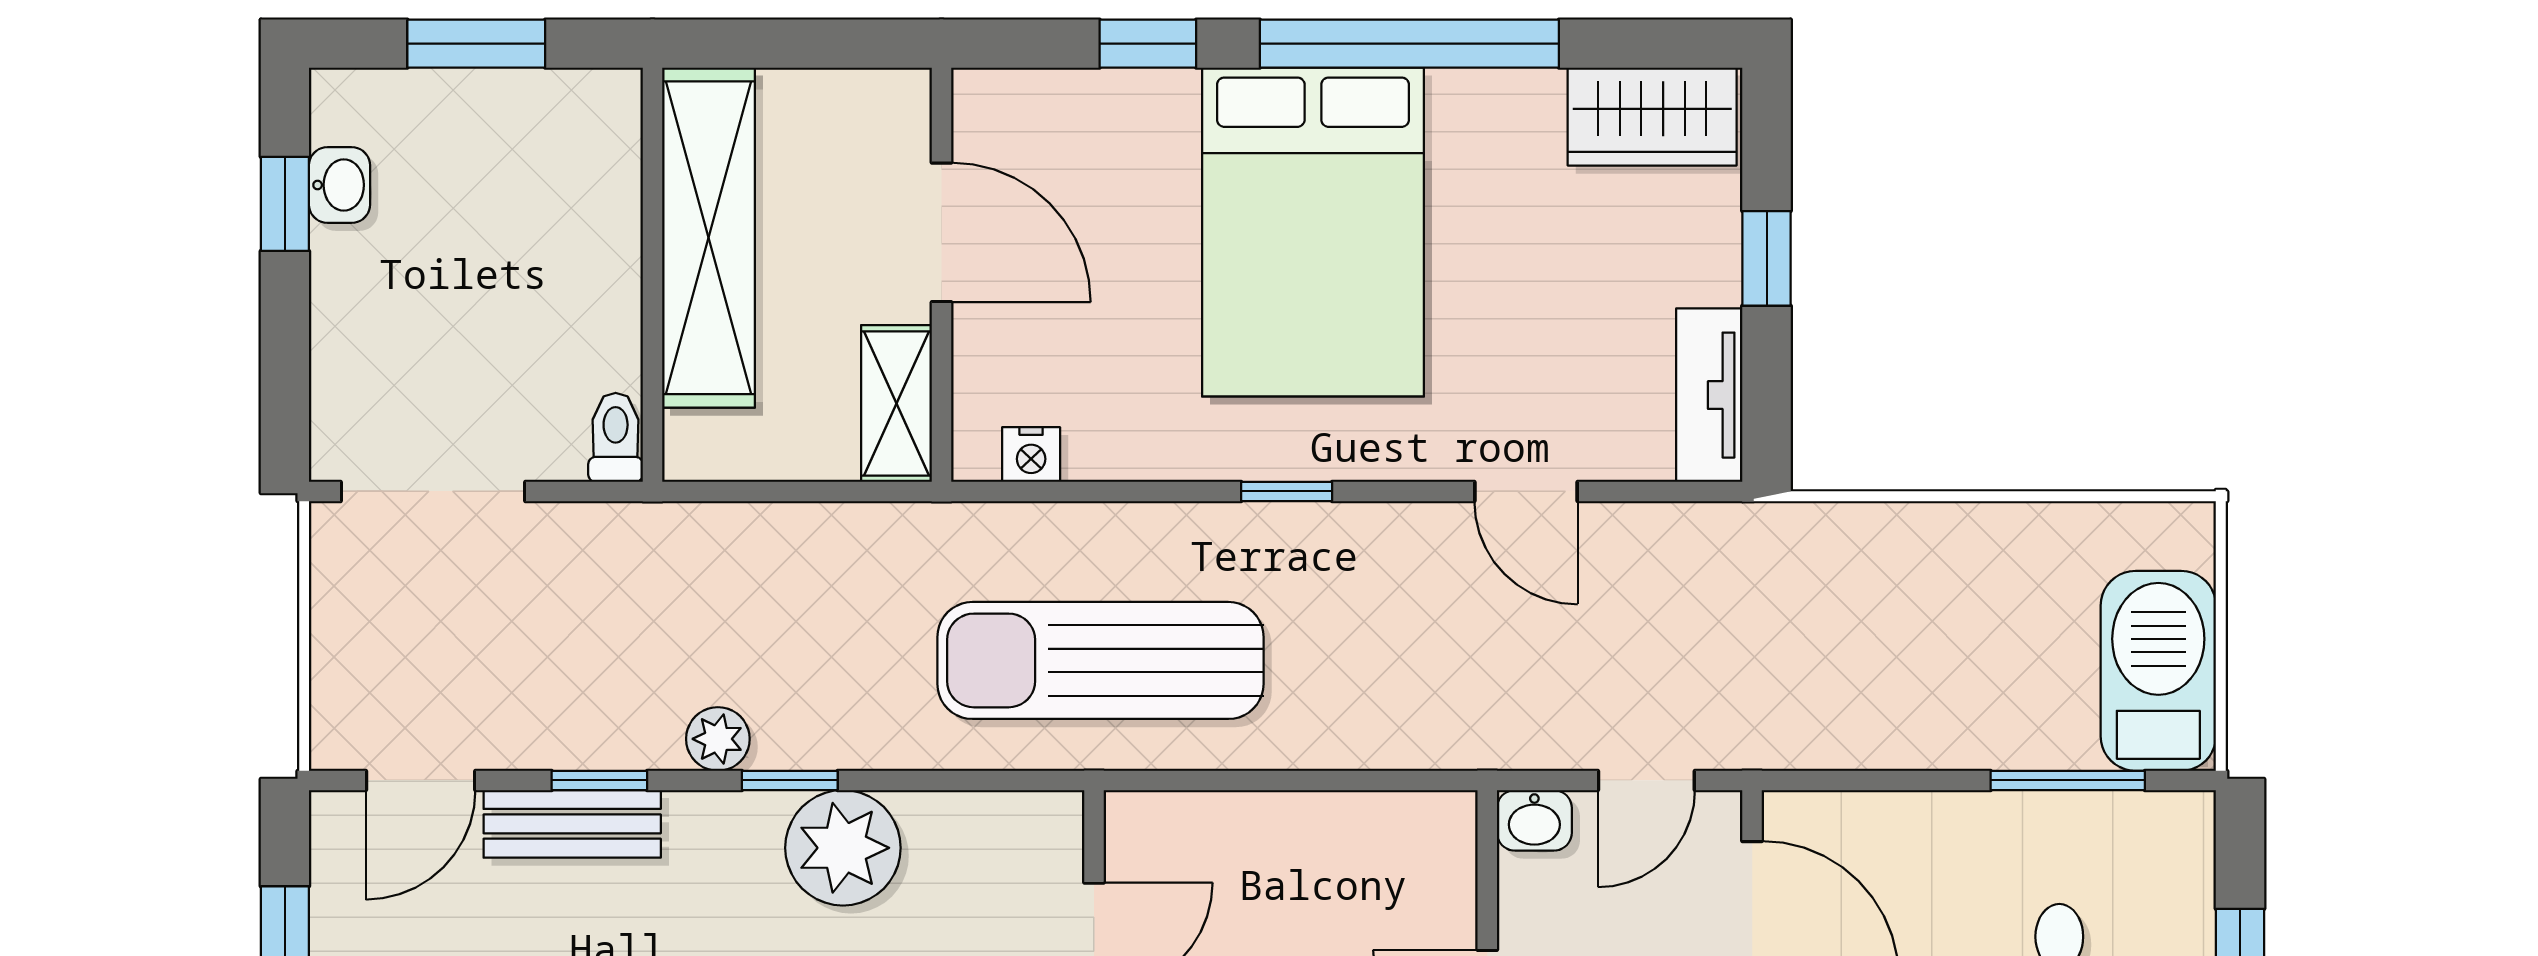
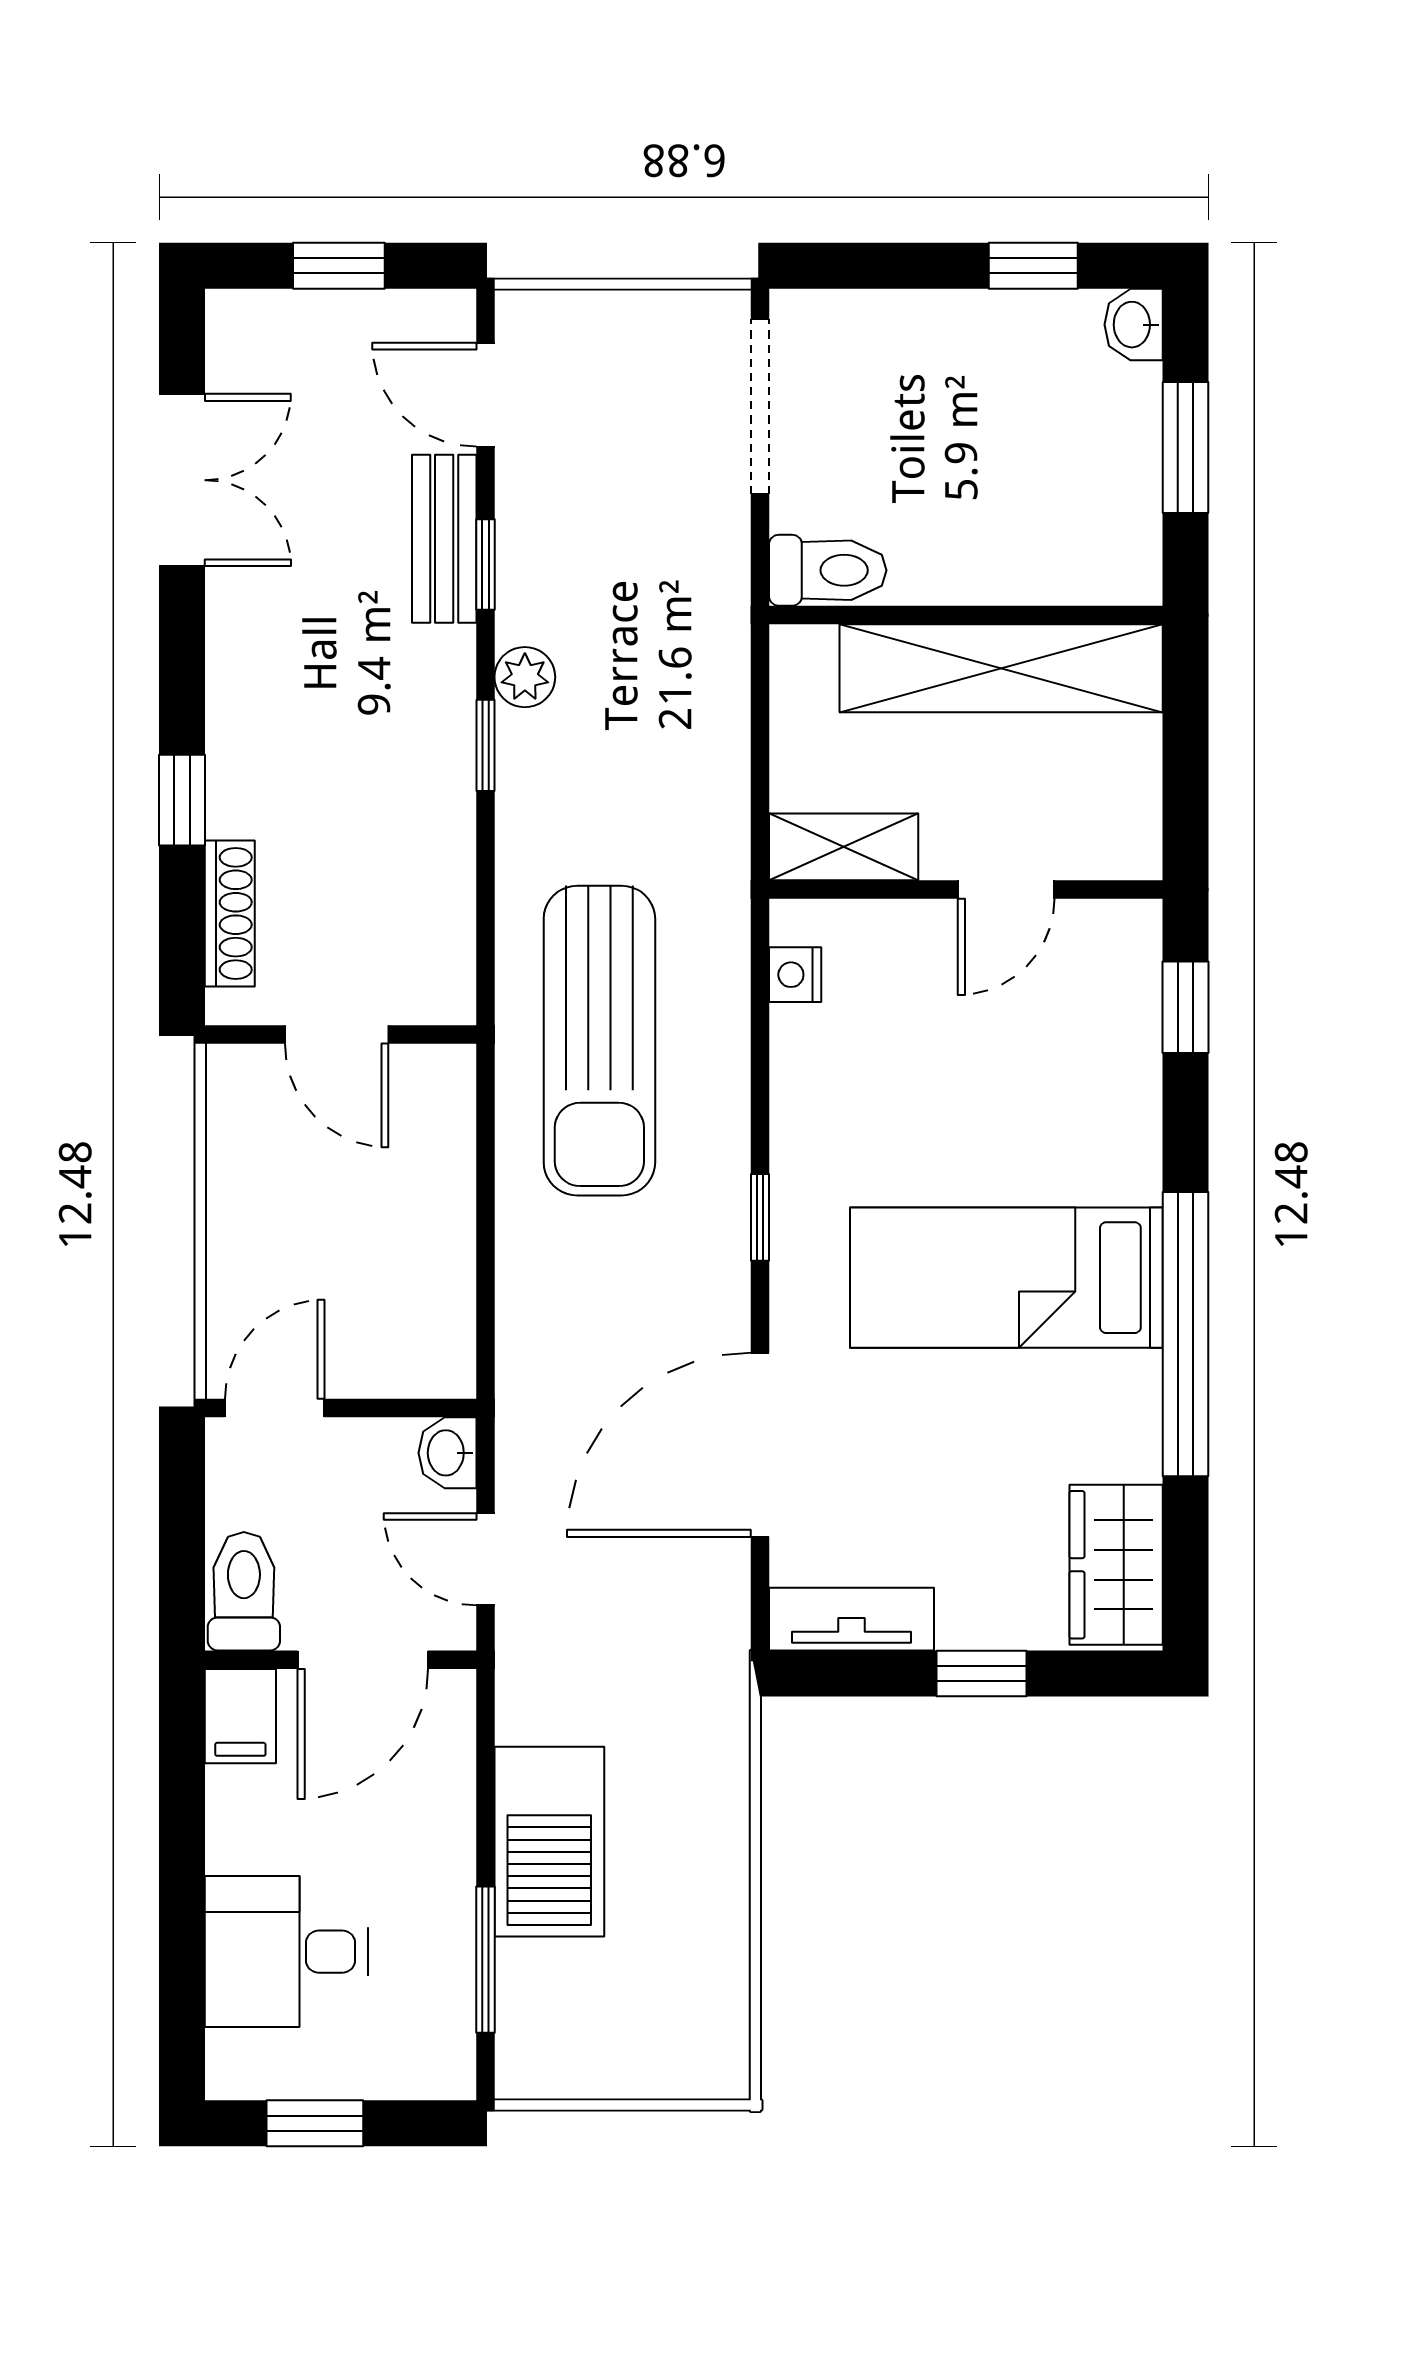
window: (1148, 44) -> (1185, 1007), moved
washbasin: (340, 185) -> (1134, 325), moved, turned 90
door: (941, 232) -> (1006, 890), width x0.73
bed: (1313, 232) -> (1006, 1278), width x0.67
toilet: (616, 437) -> (828, 570), width x1.37, depth x1.39
door: (1526, 491) -> (760, 1445), width x1.88
sun lounger: (1100, 660) -> (599, 1041), turned 180
barbecue: (2158, 671) -> (549, 1842), moved, turned 90
plant: (843, 848) -> (421, 796), removed

